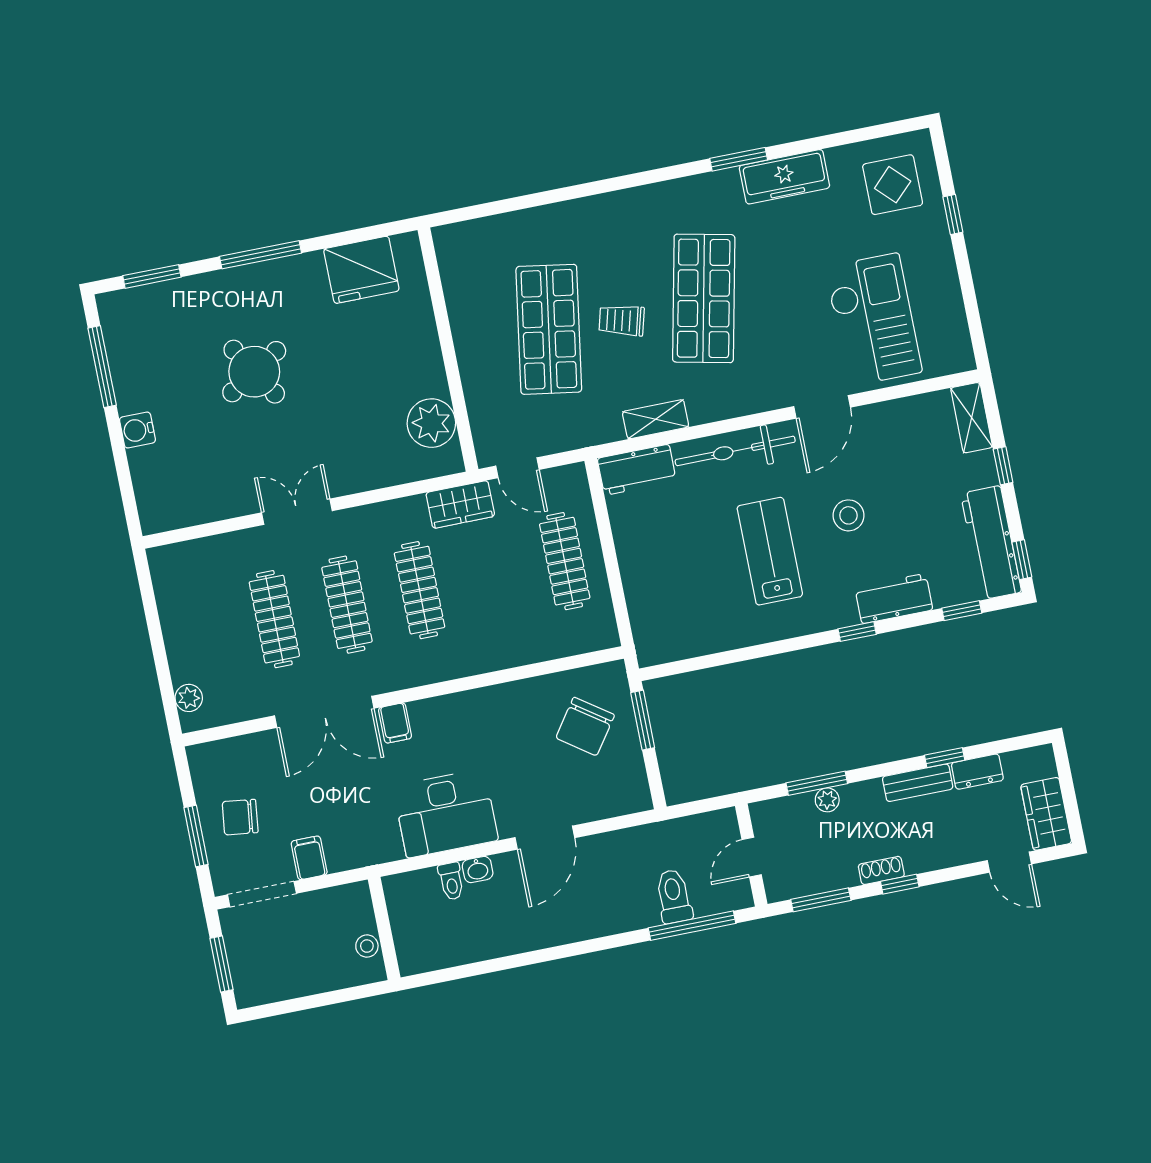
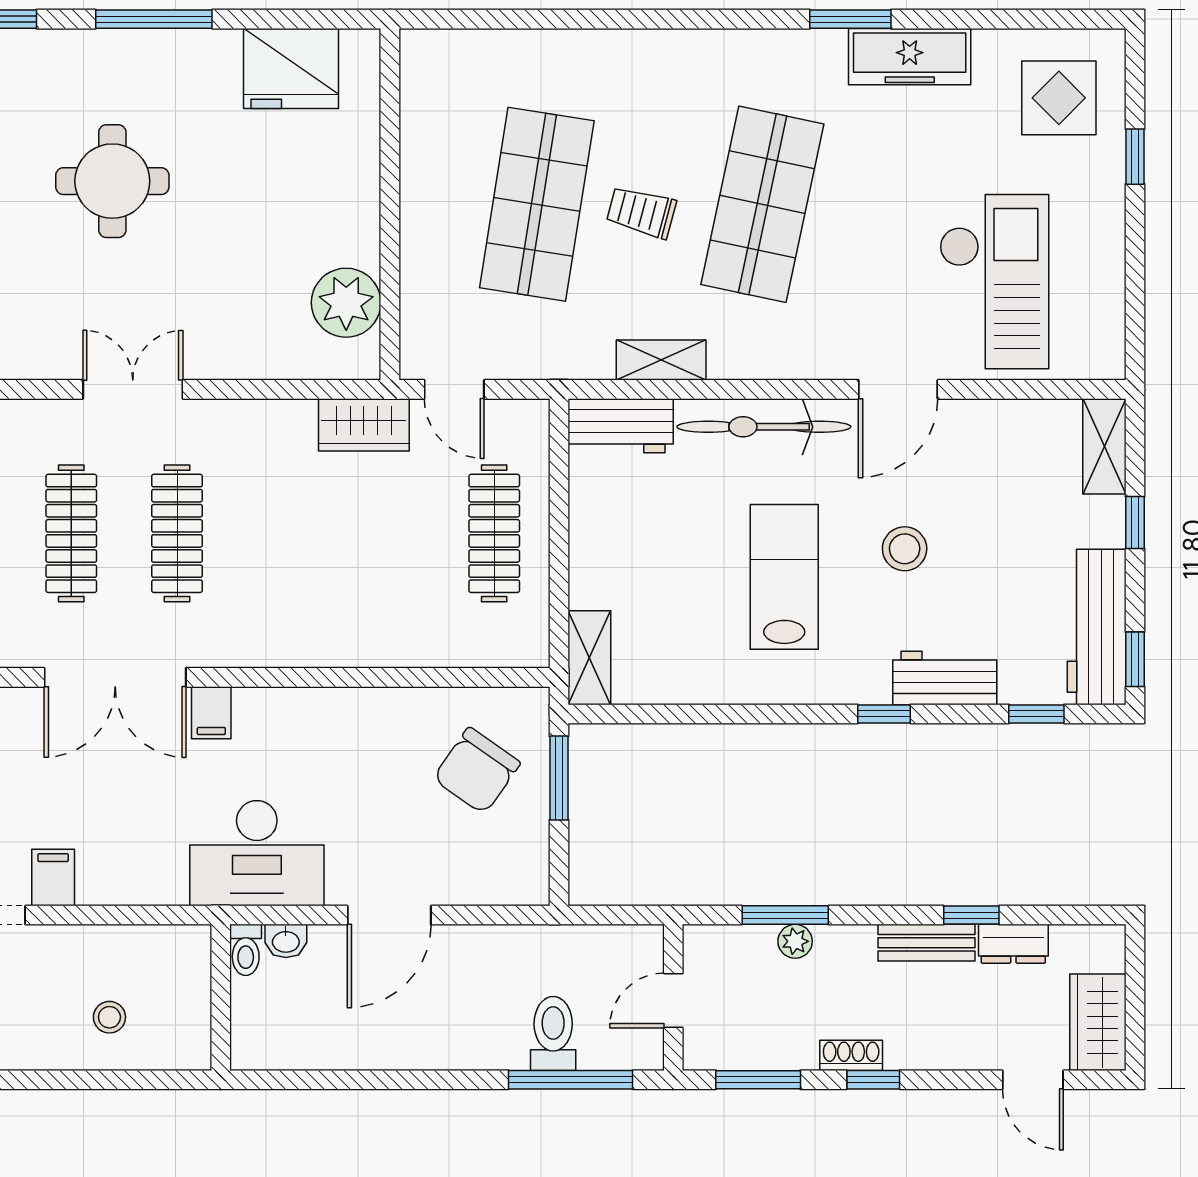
round table: (254, 372) -> (112, 181), turned 32
clothes rail: (420, 590) -> (283, 533), removed
shelving: (647, 633) -> (589, 658), added
wall: (384, 928) -> (221, 997), moved

